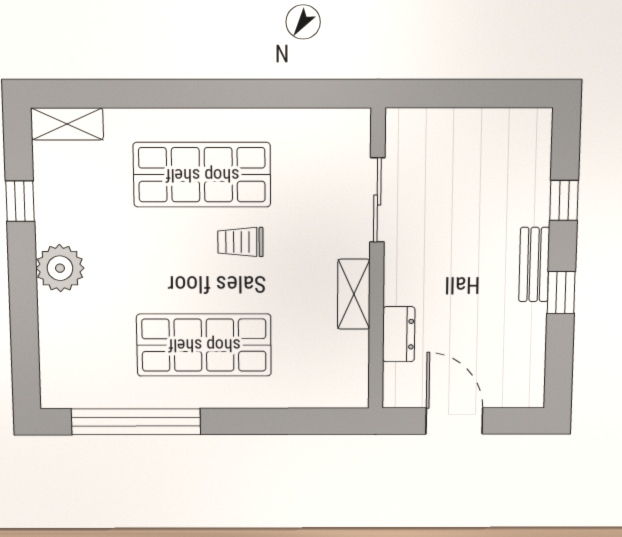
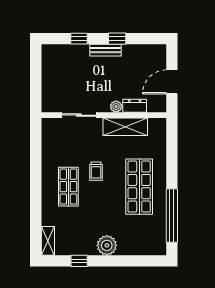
shop shelf: (202, 175) -> (68, 187), width x0.70, depth x0.74
plant: (397, 290) -> (116, 106), added
shelving: (354, 294) -> (125, 127), width x1.50, depth x1.33

